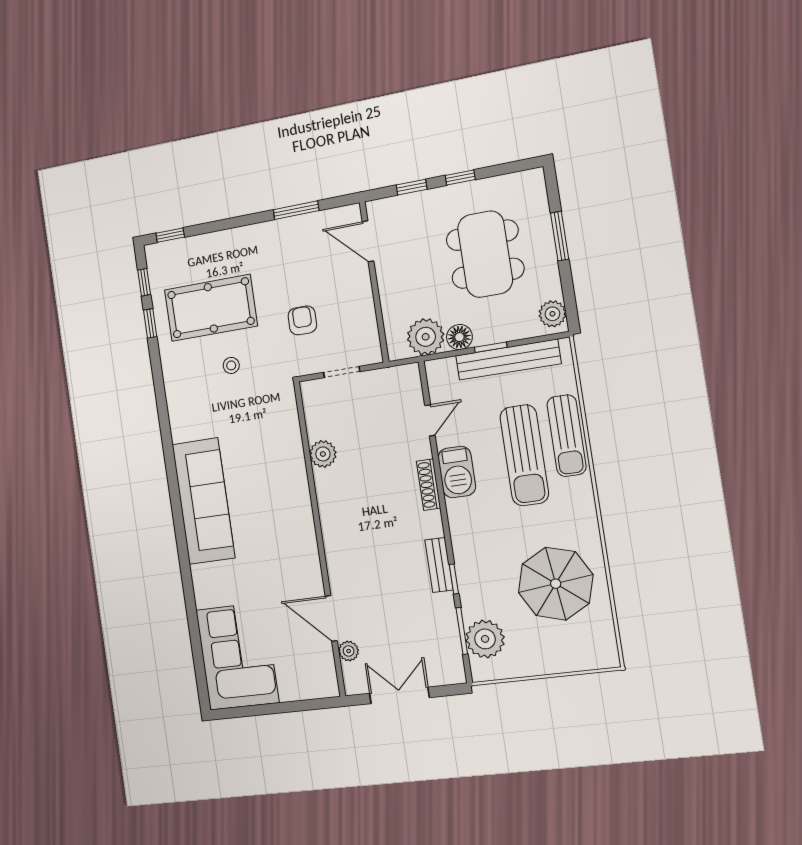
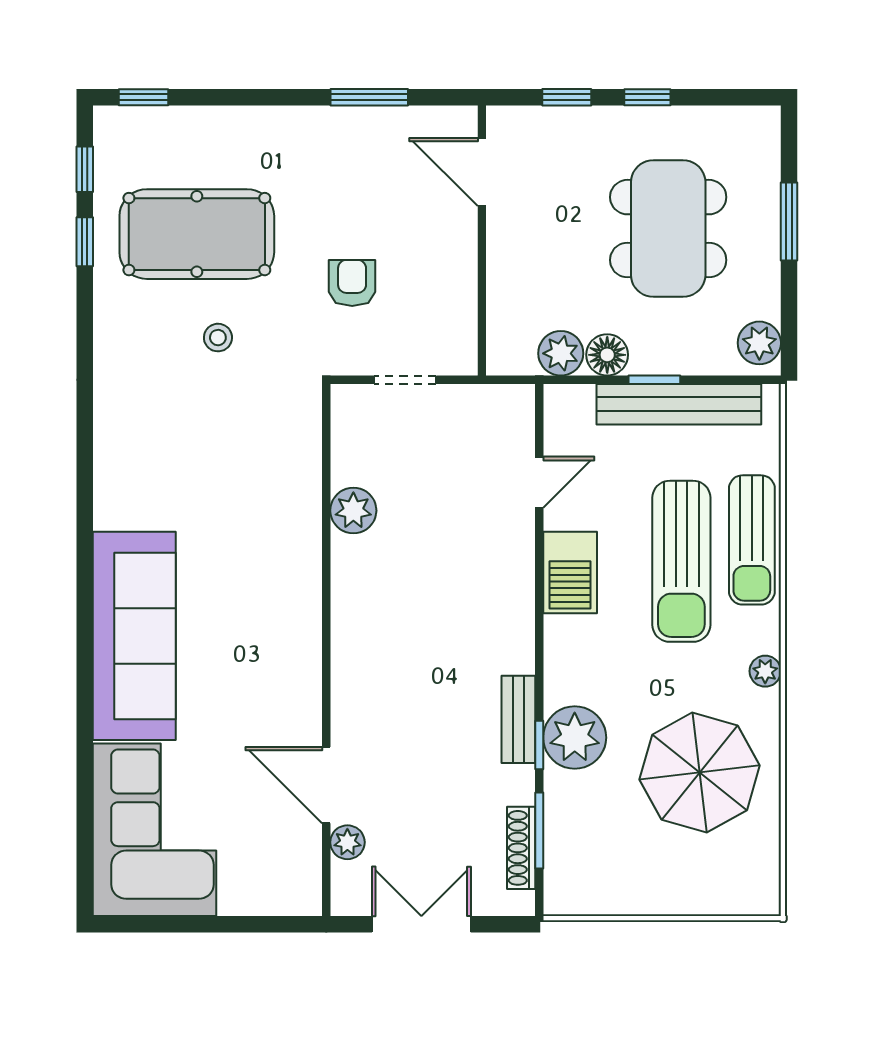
plant: (426, 337) -> (561, 353), width x0.73, depth x0.73
shoe rack: (429, 485) -> (521, 848), moved
sofa: (203, 501) -> (134, 636), moved
plant: (588, 516) -> (765, 671), added
plant: (485, 639) -> (575, 738), moved

